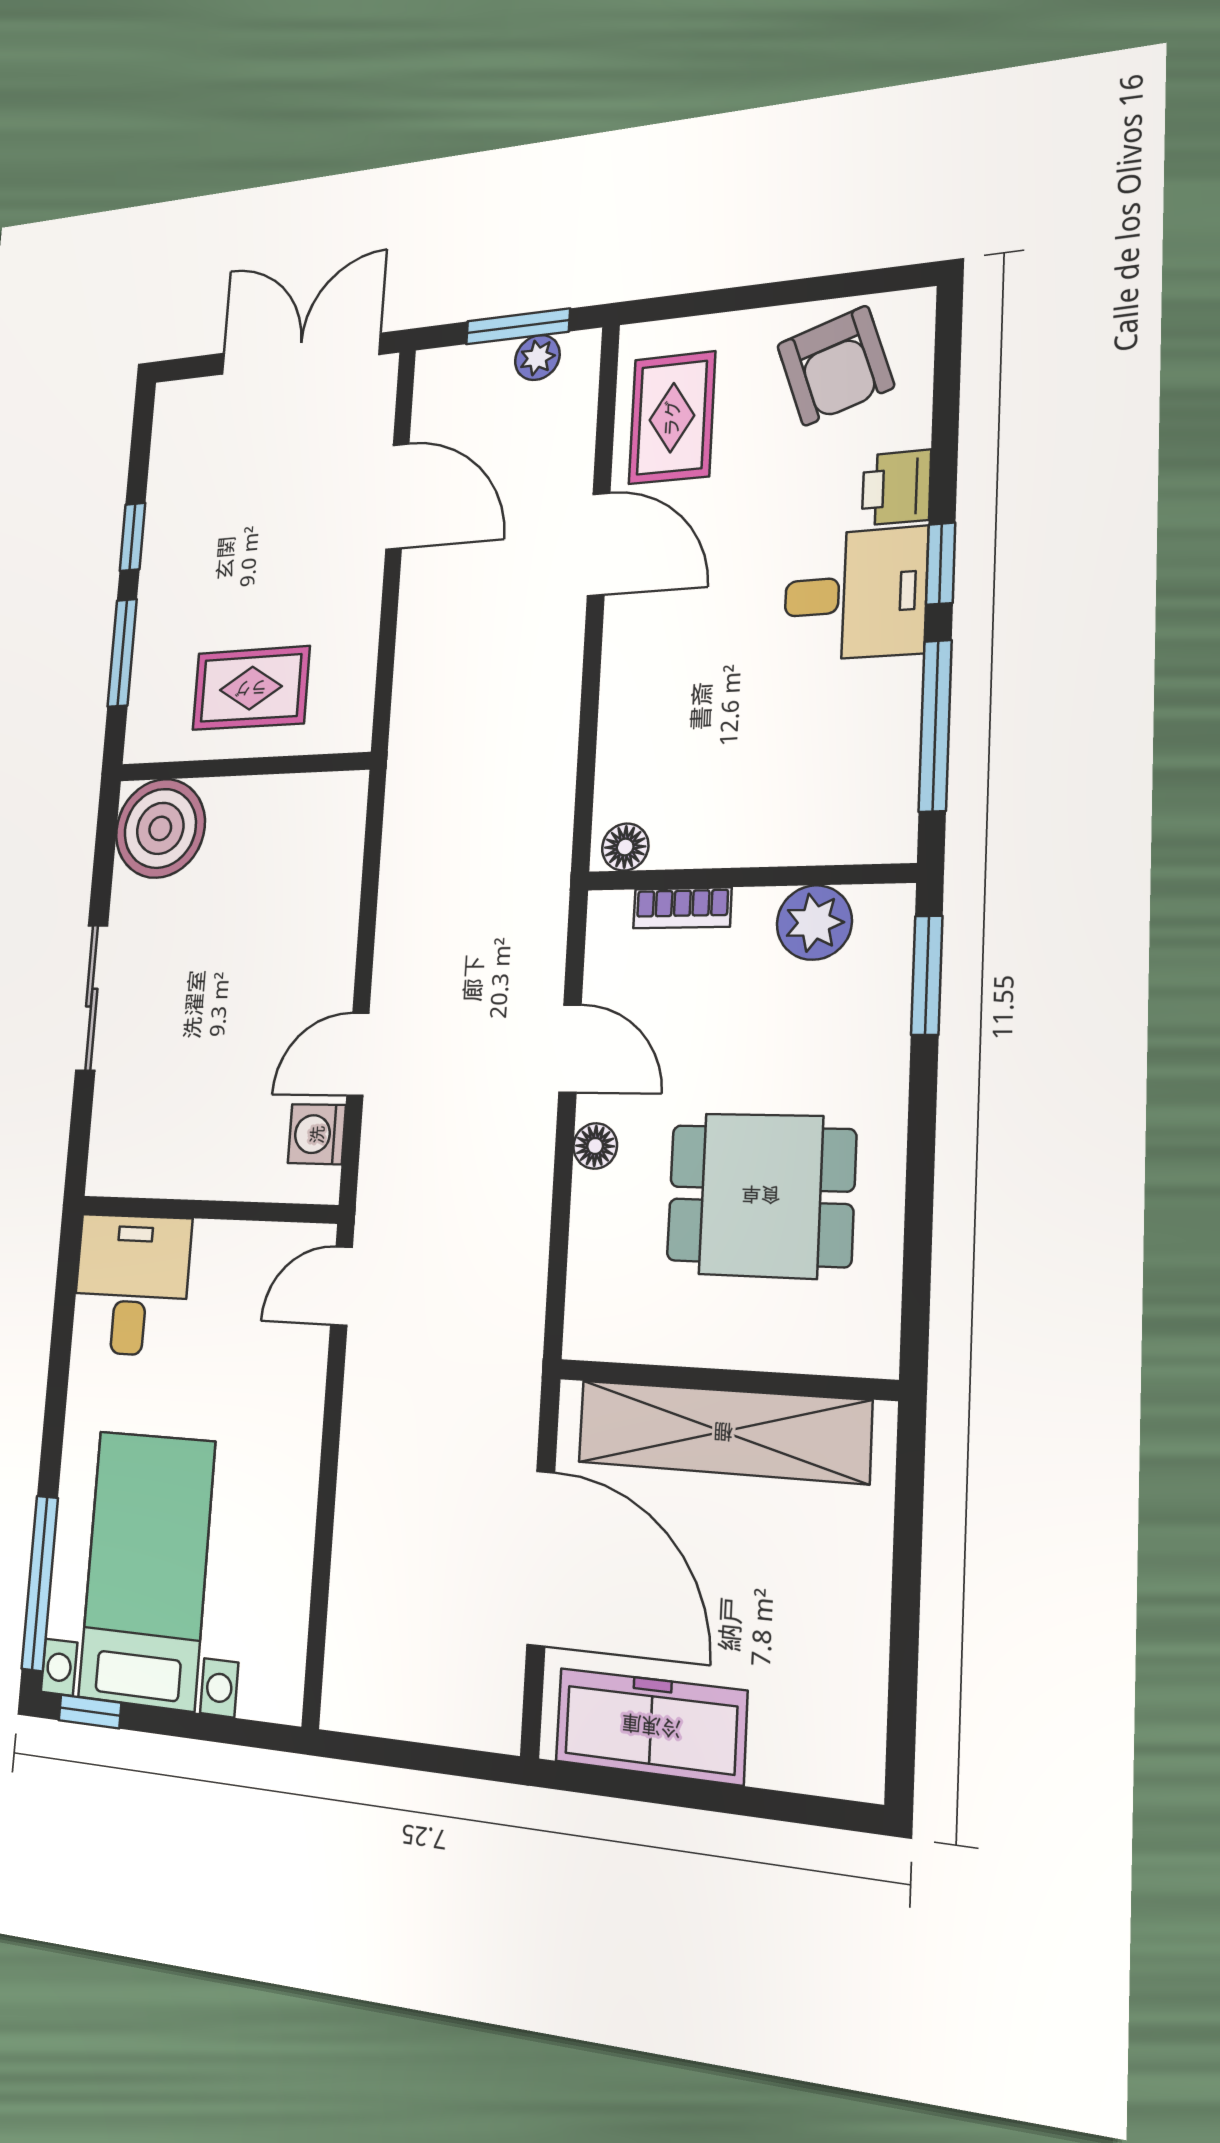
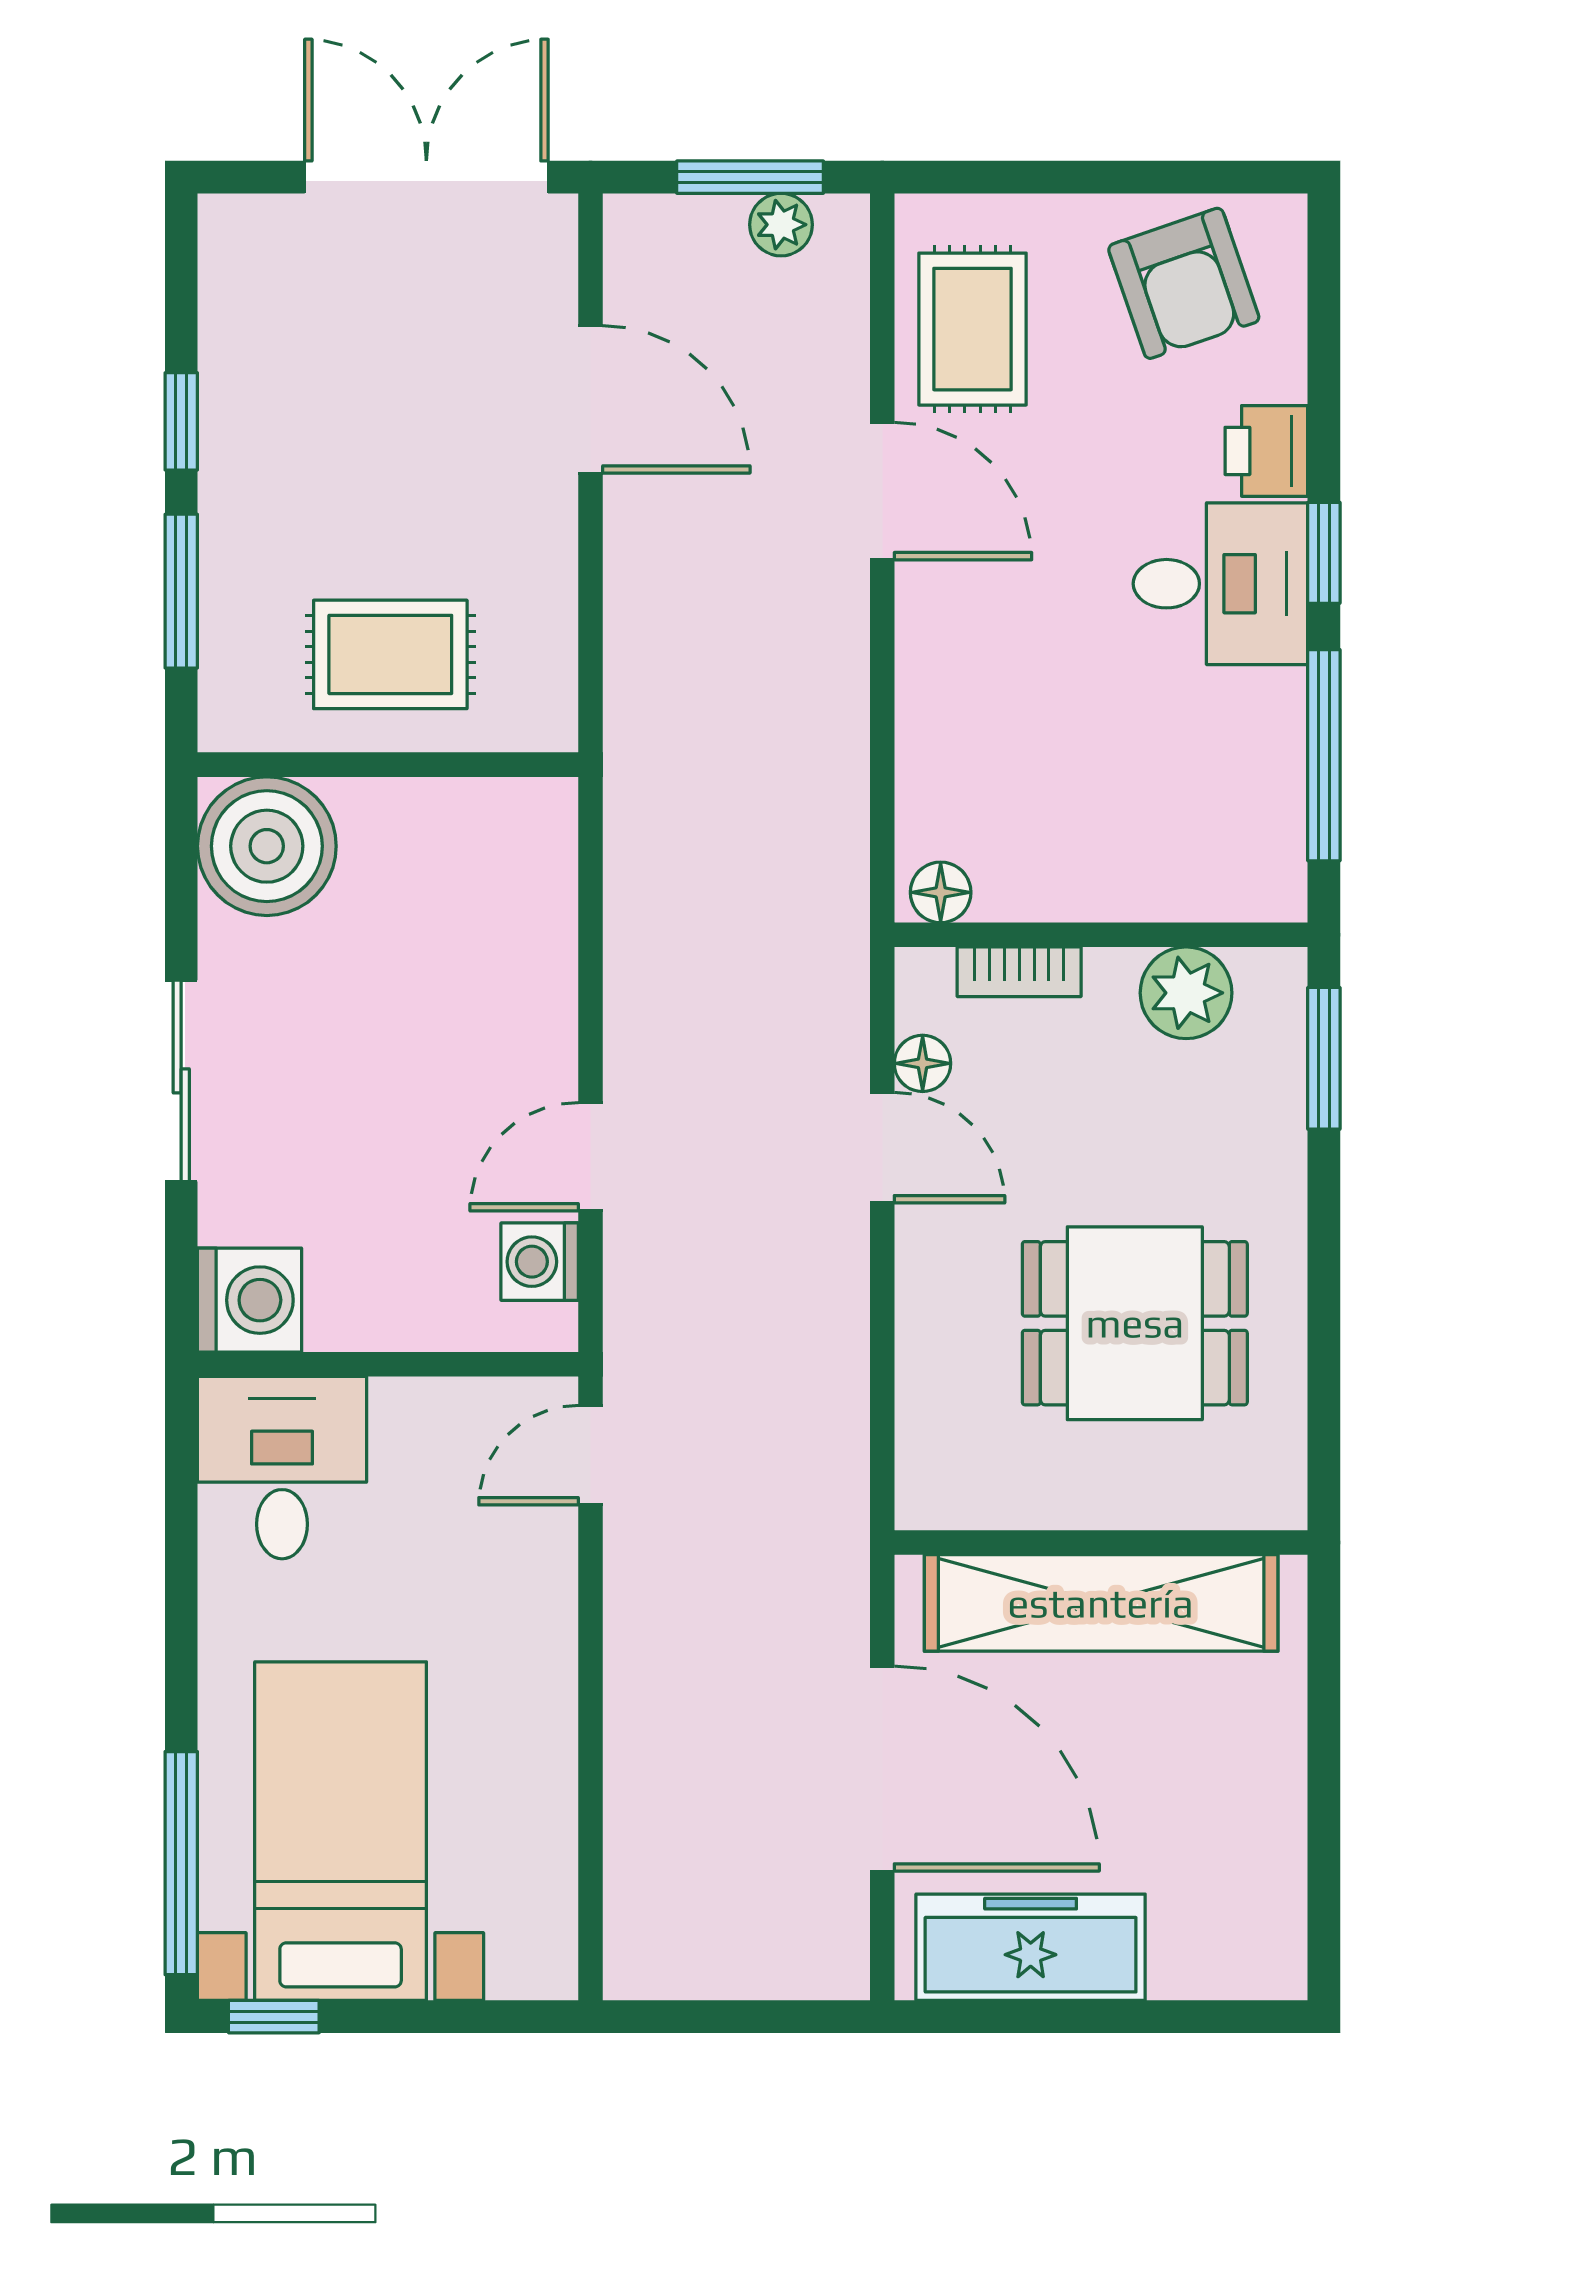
floor lamp: (595, 1146) -> (923, 1063), moved
washing machine: (121, 1158) -> (250, 1300), added

